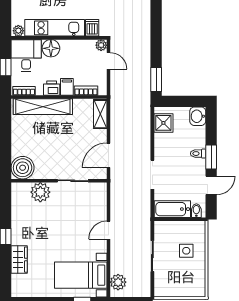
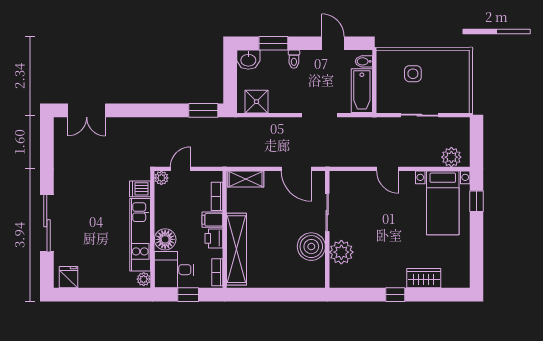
window: (211, 157) -> (273, 43), moved
boiler: (23, 168) -> (311, 247), moved

